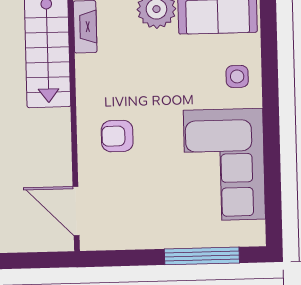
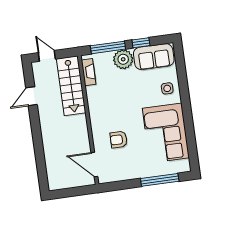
armchair: (117, 136) -> (119, 140), moved

